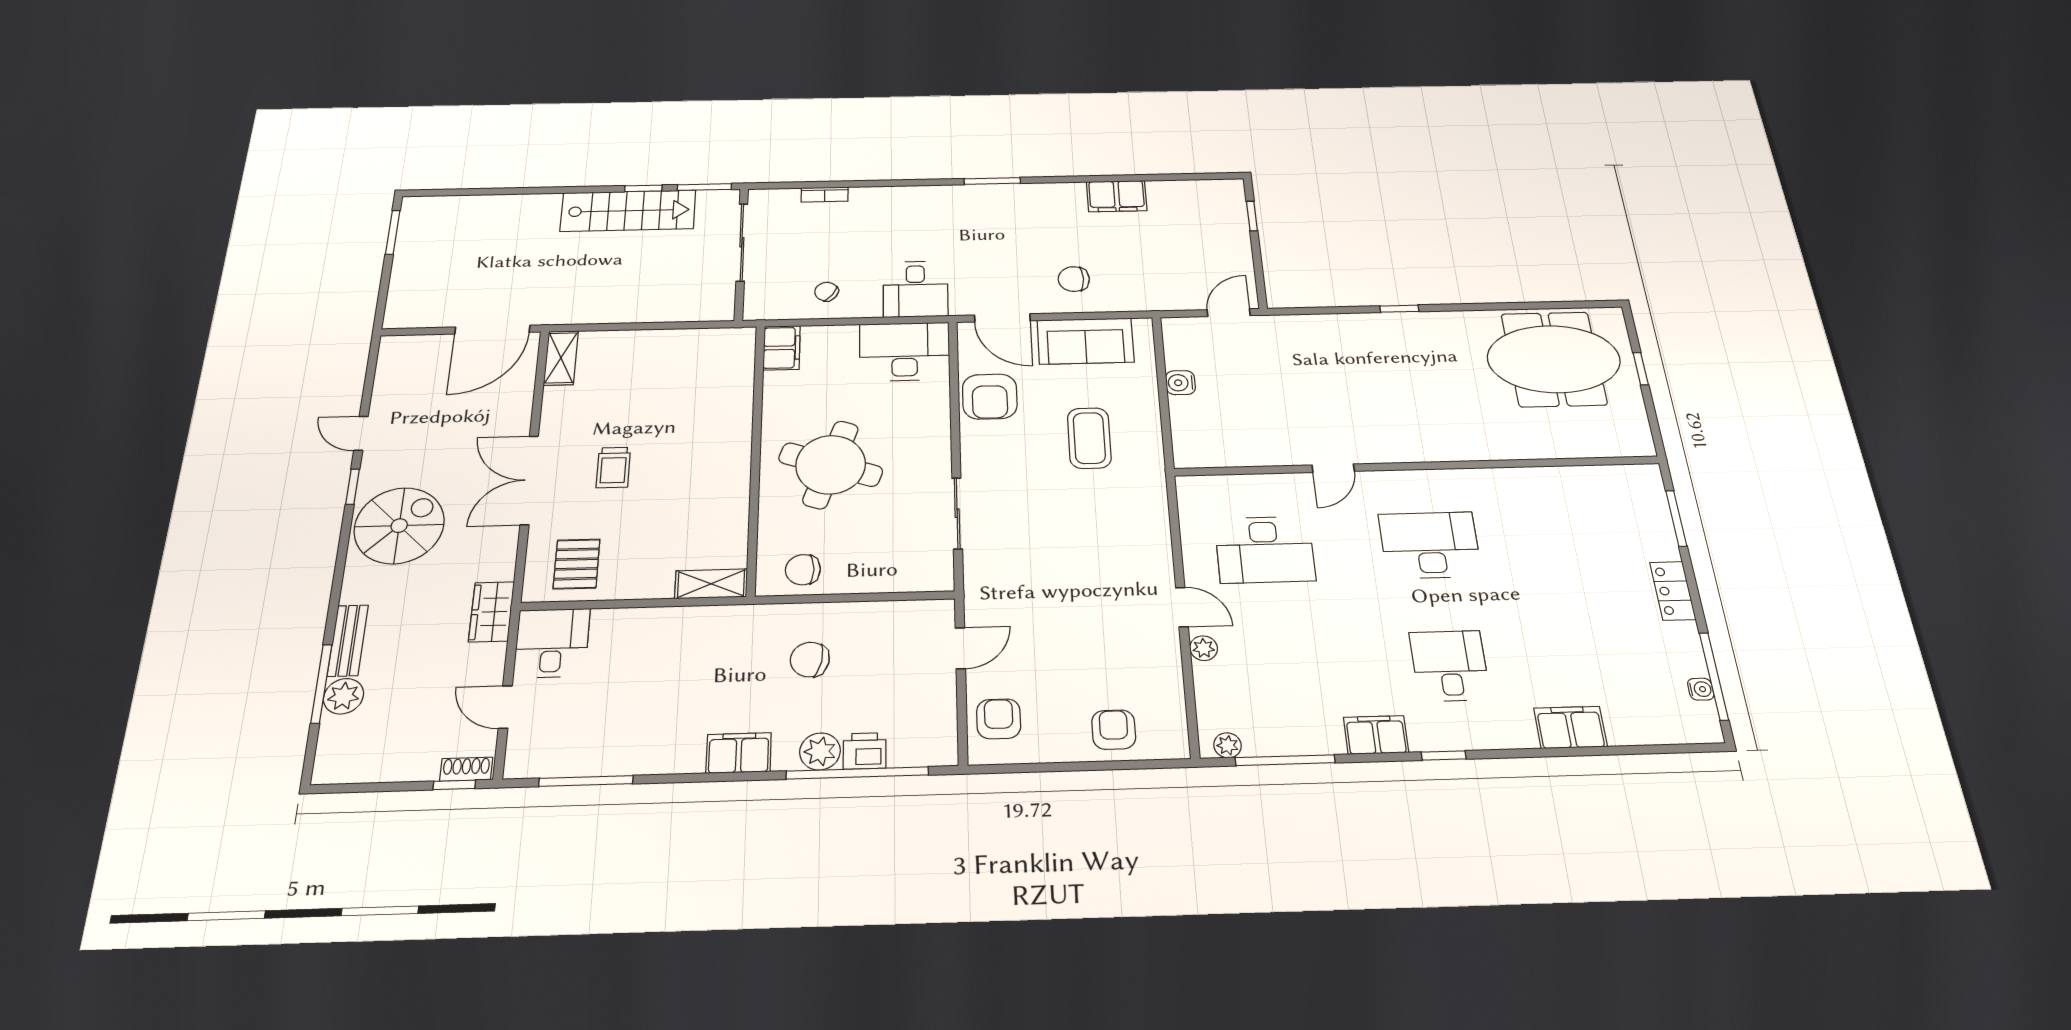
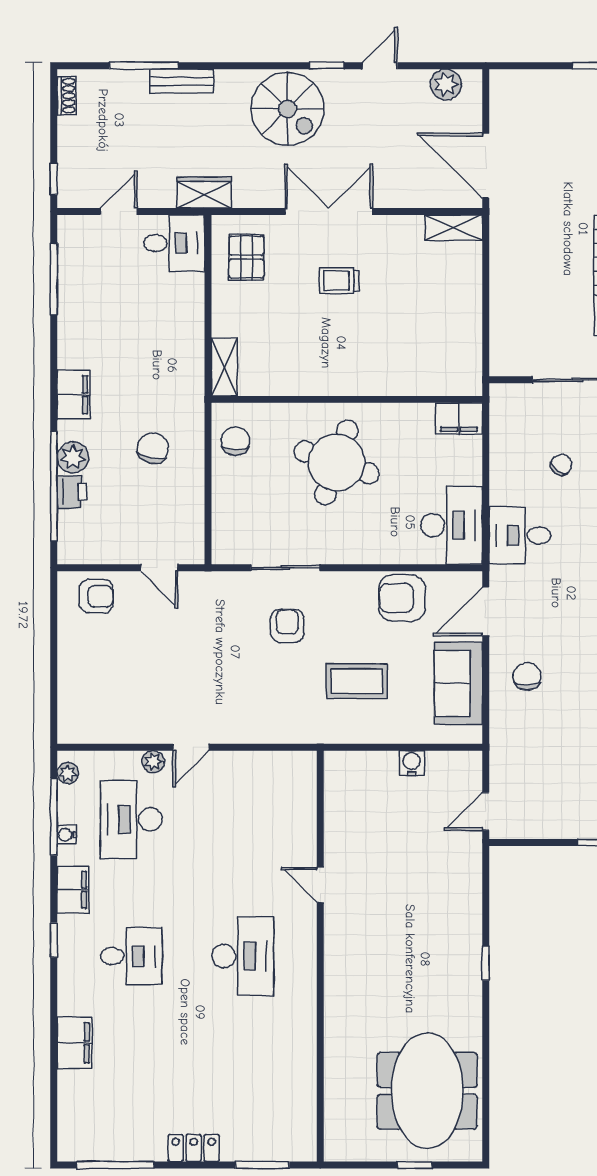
chair: (826, 292) -> (561, 465), moved
door: (1229, 313) -> (486, 811), swing flipped
desk: (1265, 550) -> (131, 819), moved
pallet: (577, 564) -> (246, 257), turned 90
water cooler: (1701, 689) -> (67, 835), moved, turned 90
plant: (343, 696) -> (446, 84), moved
armchair: (1114, 730) -> (287, 626), moved, turned -90
shoe rack: (466, 769) -> (67, 96), moved

